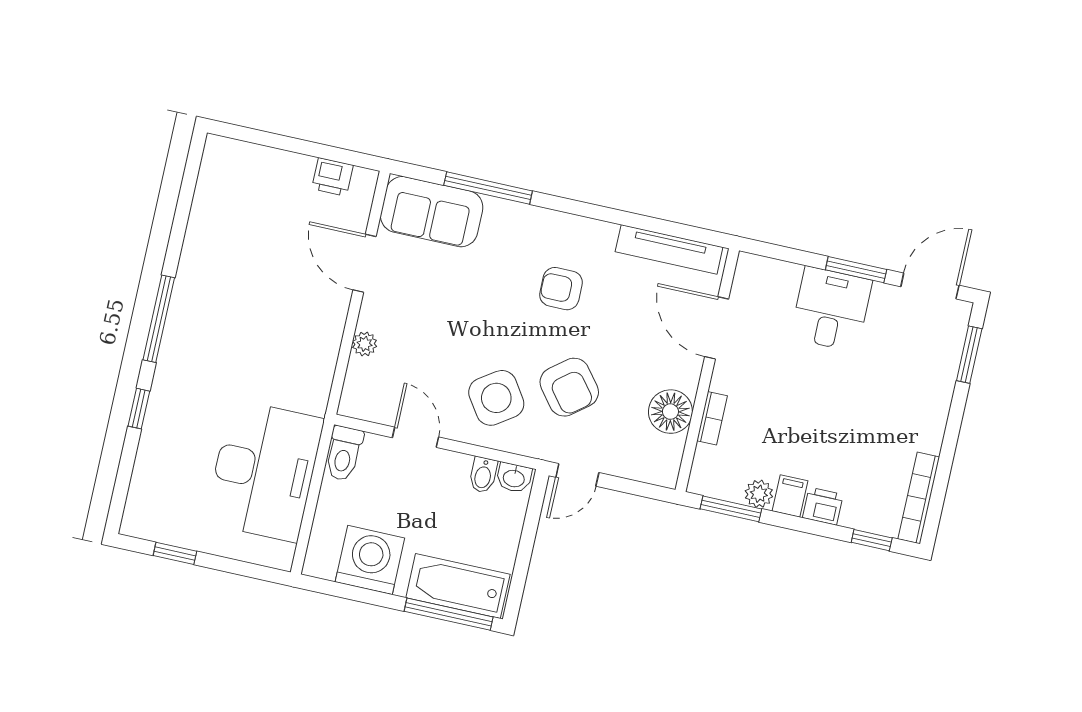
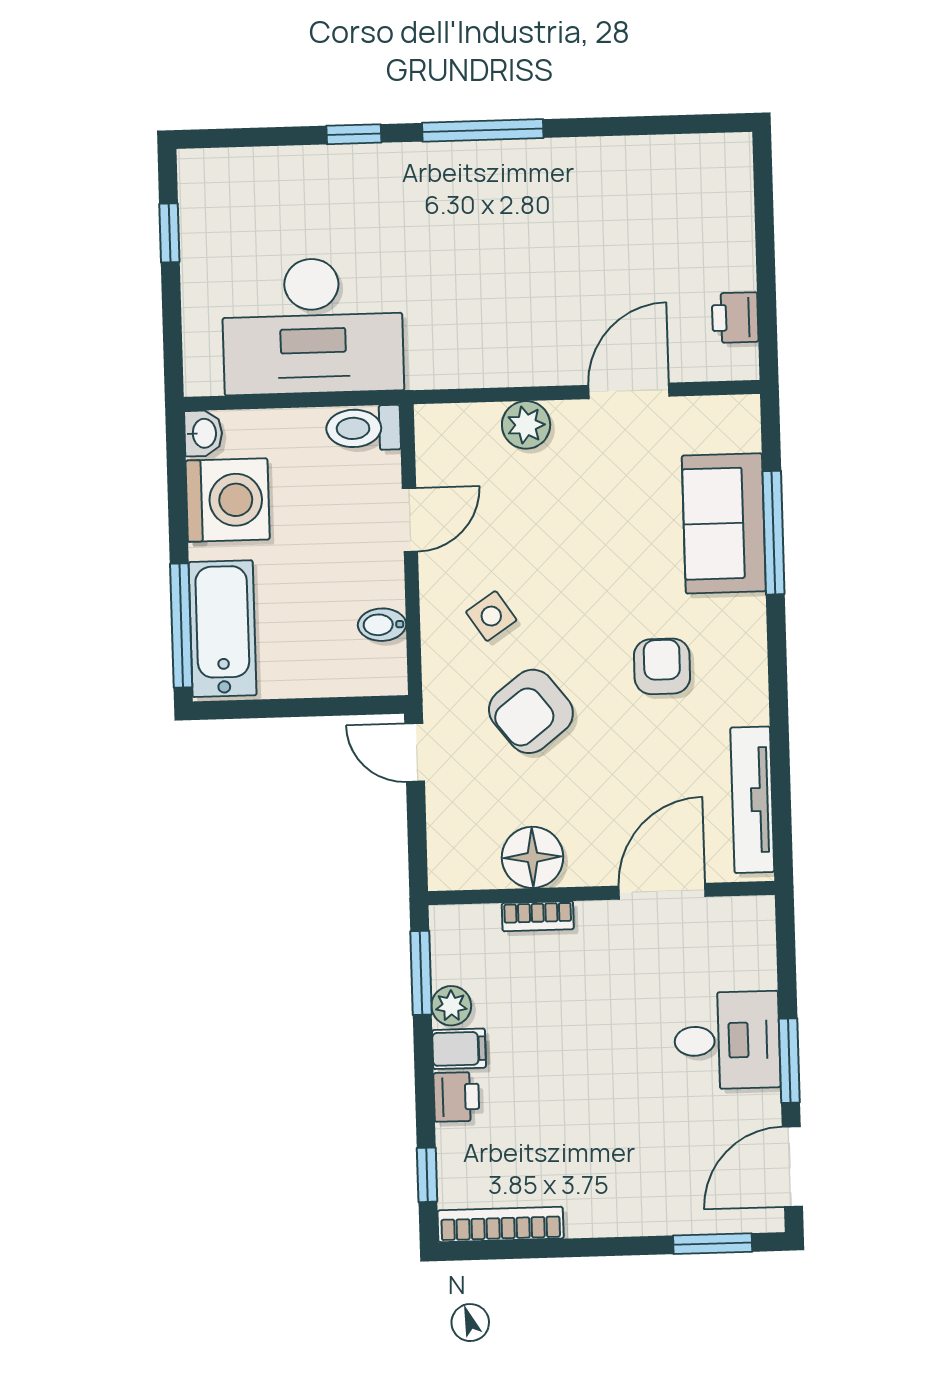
sofa: (432, 212) -> (724, 523), moved
door: (930, 286) -> (792, 1167), swing flipped
plant: (365, 344) -> (526, 425), width x1.38, depth x1.38
side table: (496, 398) -> (491, 616), width x0.54, depth x0.54
washbasin: (514, 478) -> (203, 433), moved, turned 180

